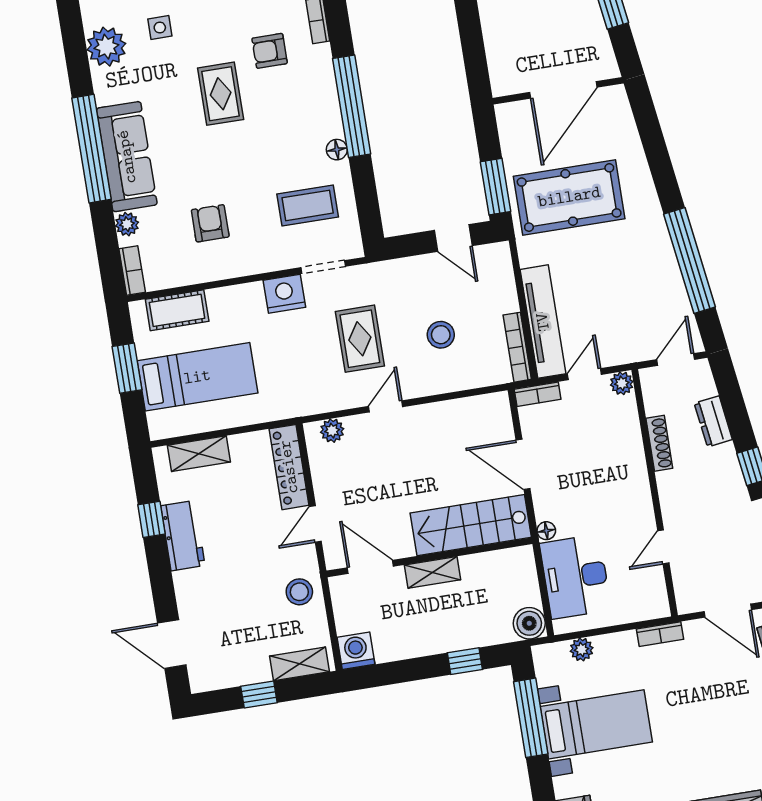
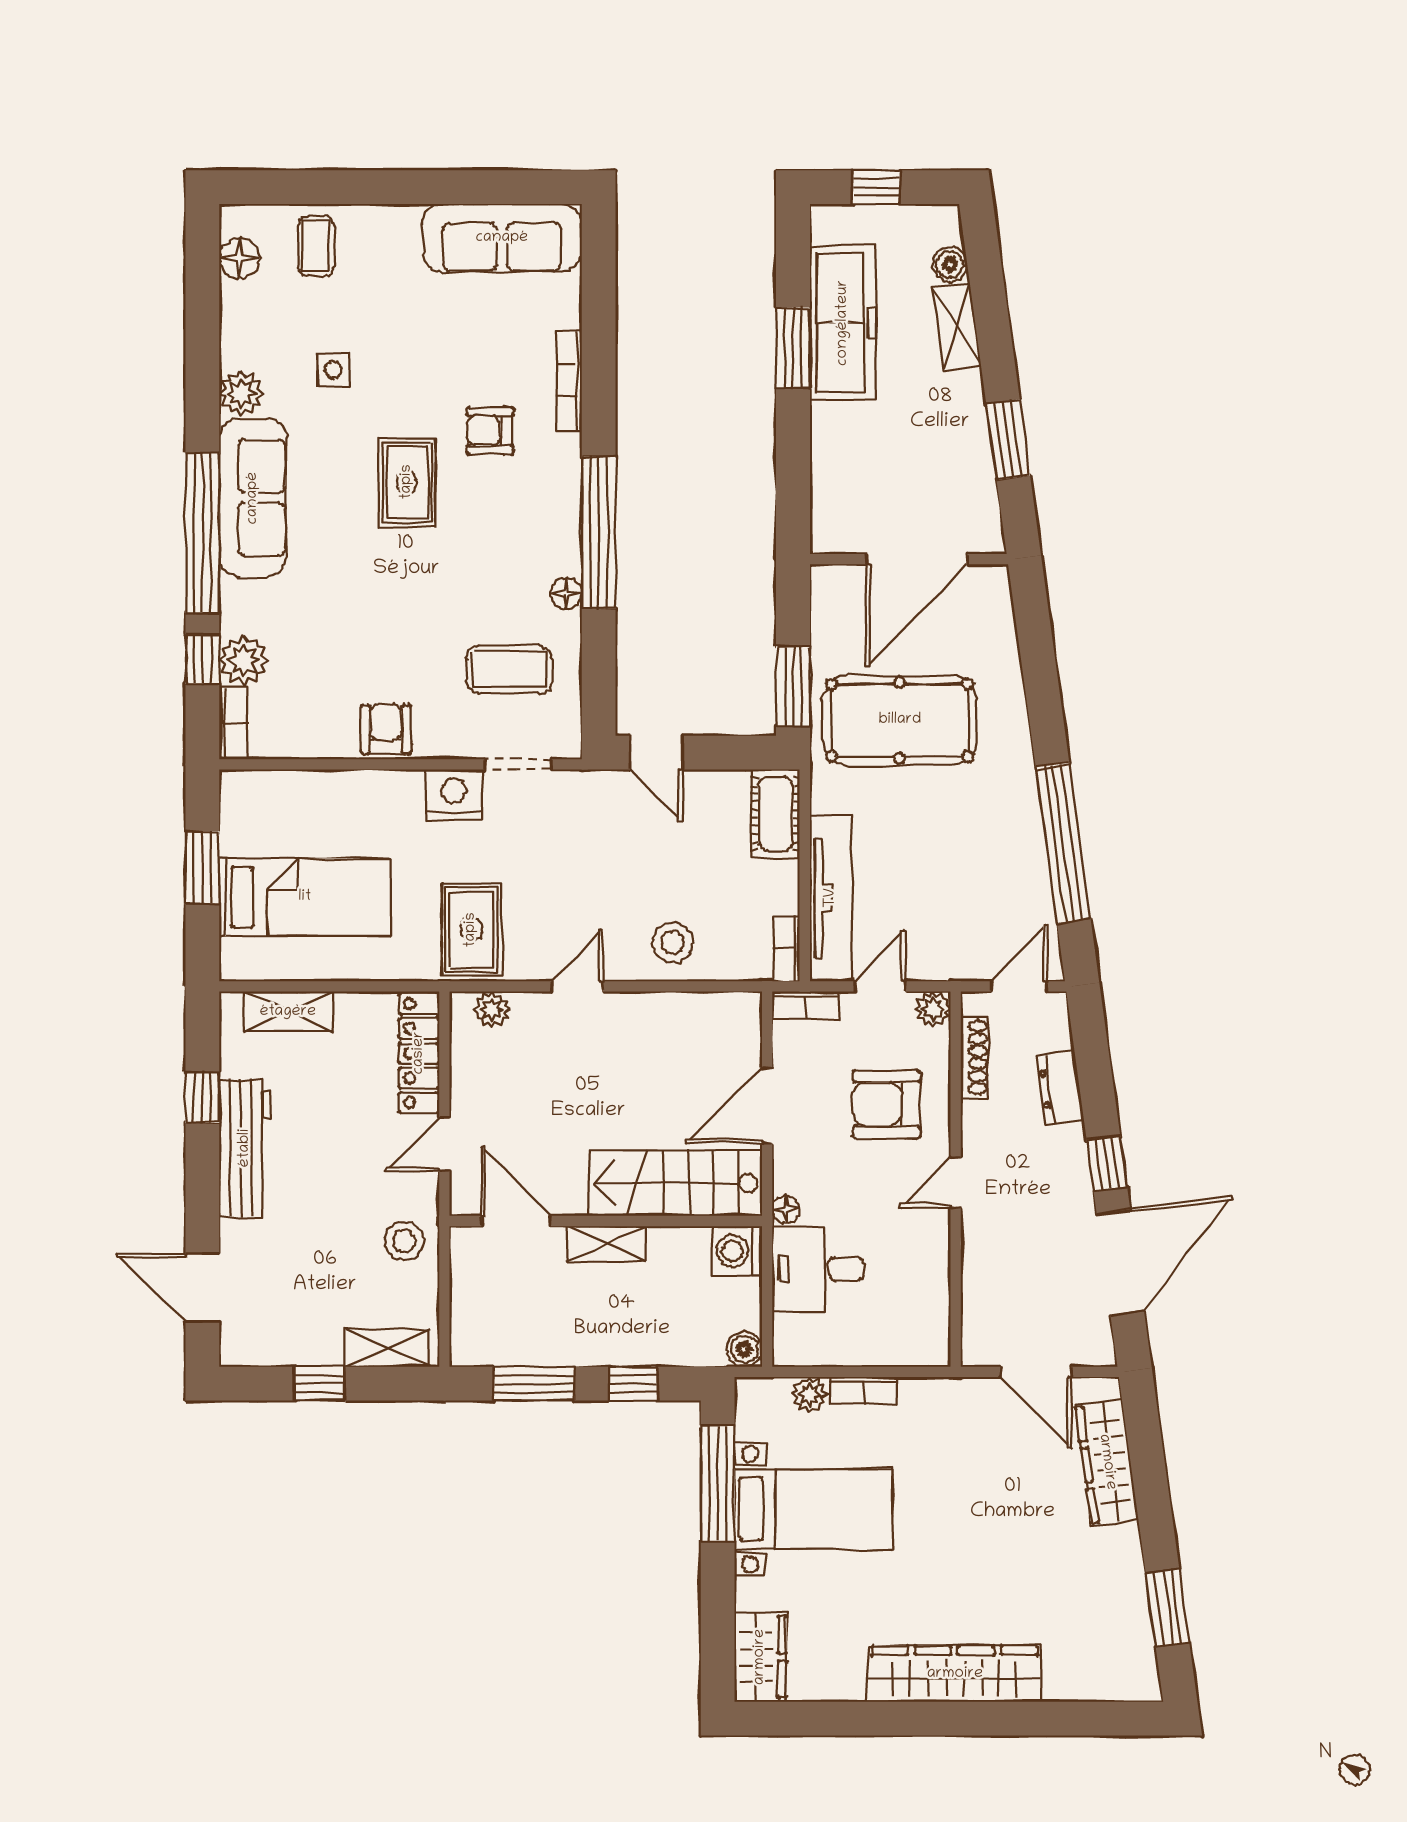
plant: (106, 47) -> (241, 393), width x0.73, depth x0.73
sofa: (127, 157) -> (253, 498), moved
armchair: (210, 223) -> (386, 729), moved
plant: (127, 224) -> (244, 660), width x1.38, depth x1.38
window: (105, 232) -> (202, 659), added
door: (453, 238) -> (656, 753), moved
cot: (177, 310) -> (776, 814), moved, turned 90
stool: (441, 335) -> (673, 943), moved
rug: (360, 339) -> (471, 930), moved
bookcase: (517, 347) -> (787, 949), width x0.64
shoe rack: (659, 443) -> (974, 1057), moved
armchair: (602, 451) -> (887, 1104), added
door: (523, 464) -> (767, 1106), hinge flipped
workbench: (183, 536) -> (245, 1148), width x1.38
door: (663, 547) -> (956, 1183), moved
desk: (575, 577) -> (818, 1269), width x0.73
boiler: (529, 623) -> (744, 1349), width x0.73, depth x0.73
bookcase: (660, 634) -> (864, 1390), moved
washing machine: (356, 651) -> (737, 1251), moved, turned -90
window: (400, 672) -> (534, 1384), added

